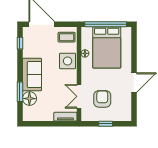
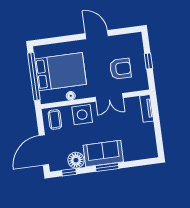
window: (20, 92) -> (107, 167), moved
double door: (79, 96) -> (109, 97), moved
floor lamp: (29, 99) -> (76, 160), moved
armchair: (102, 99) -> (120, 69), turned 180

